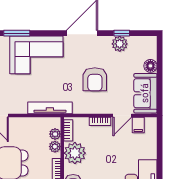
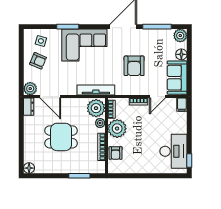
window: (122, 33) -> (157, 27), width x2.17
plant: (120, 44) -> (180, 36), moved
filing cabinet: (138, 125) -> (182, 105), moved
plant: (55, 134) -> (96, 108), width x1.88, depth x1.88

